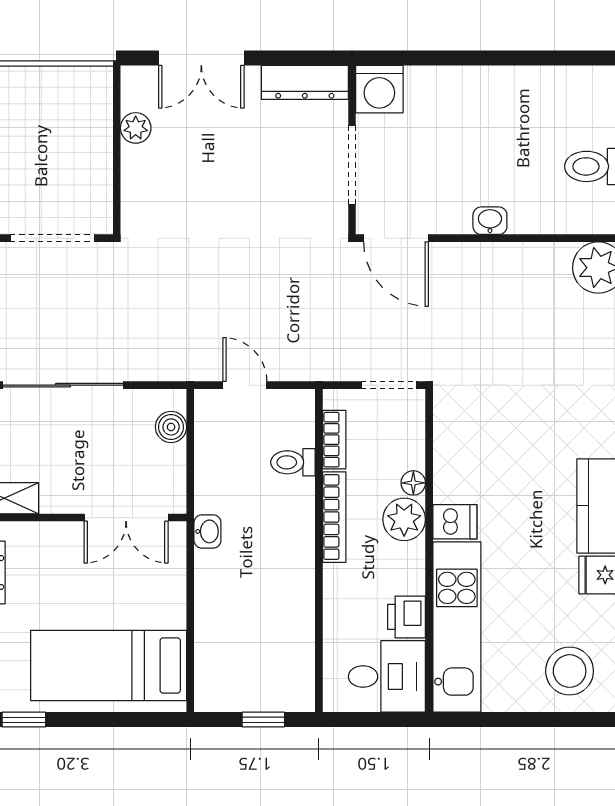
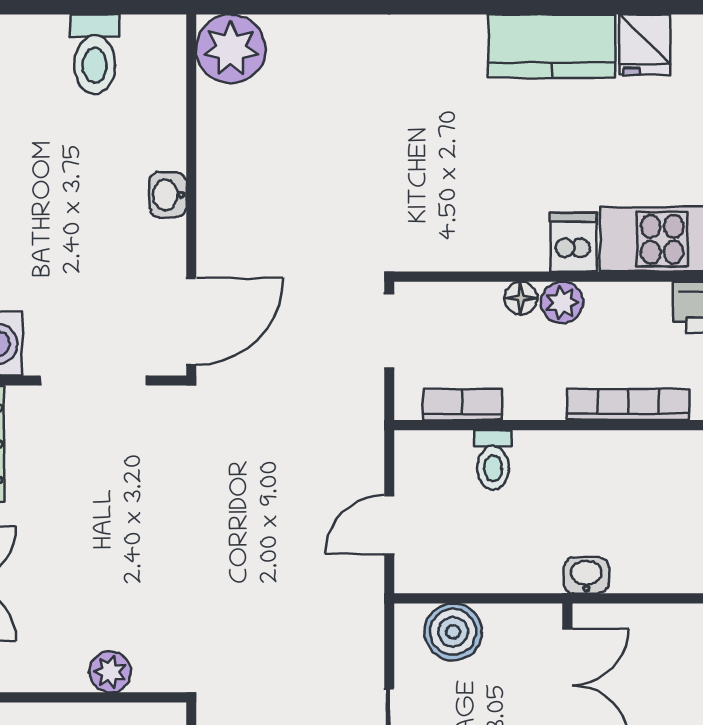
plant: (136, 128) -> (110, 672), moved
boiler: (171, 427) -> (453, 632), width x1.36, depth x1.36
bookcase: (334, 517) -> (628, 405), moved
plant: (404, 519) -> (562, 302), width x0.73, depth x0.73

